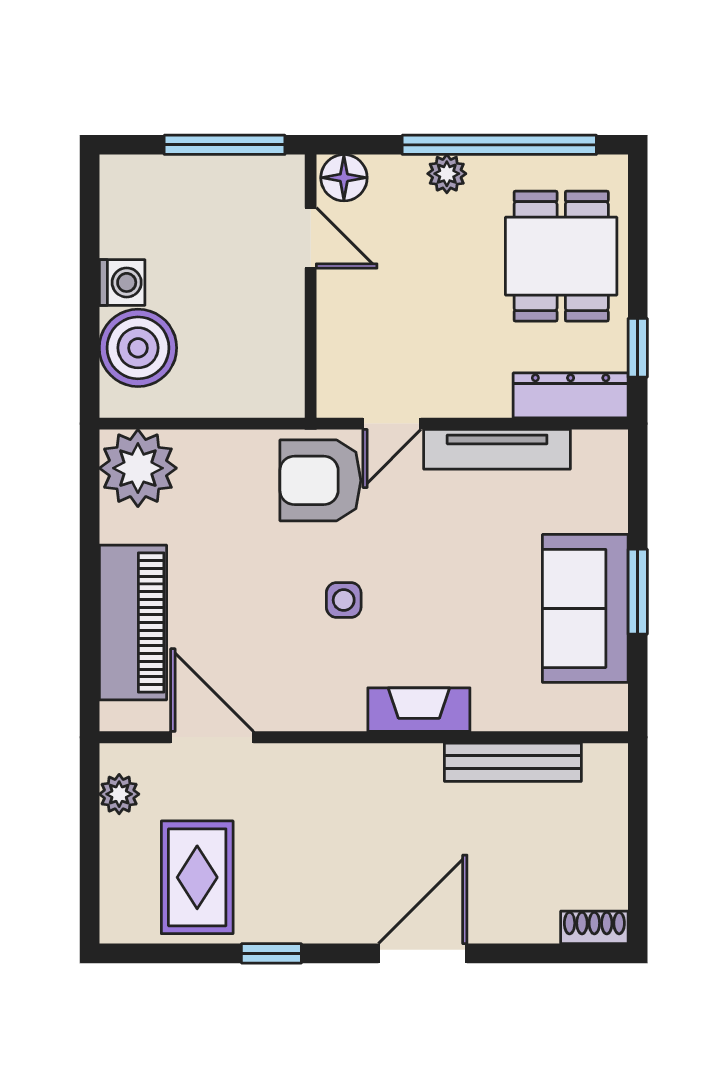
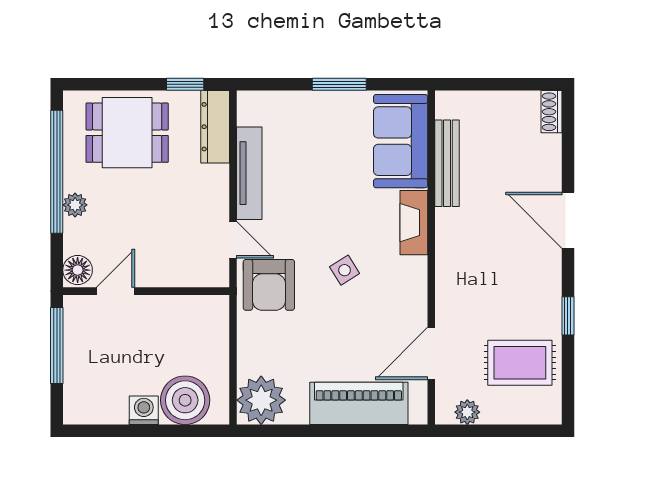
side table: (344, 600) -> (345, 270), turned -32
sofa: (585, 608) -> (401, 141), moved, turned 90

